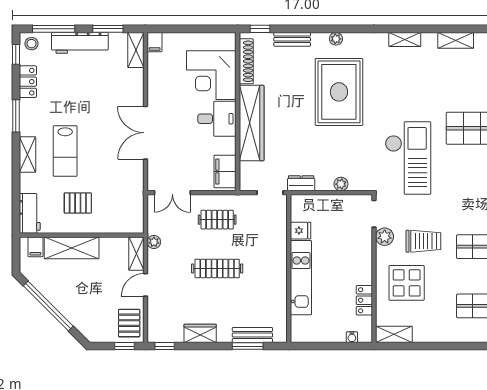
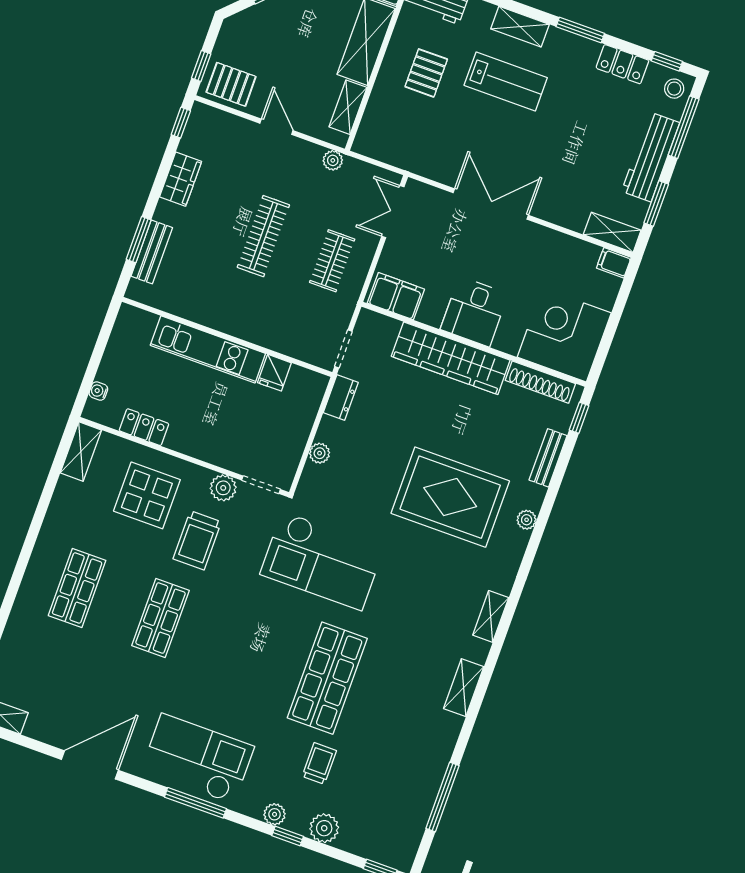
corner desk: (211, 75) -> (564, 335), moved
lab bench: (65, 151) -> (506, 81), turned 180
shelving: (136, 254) -> (348, 107), moved, turned 90

